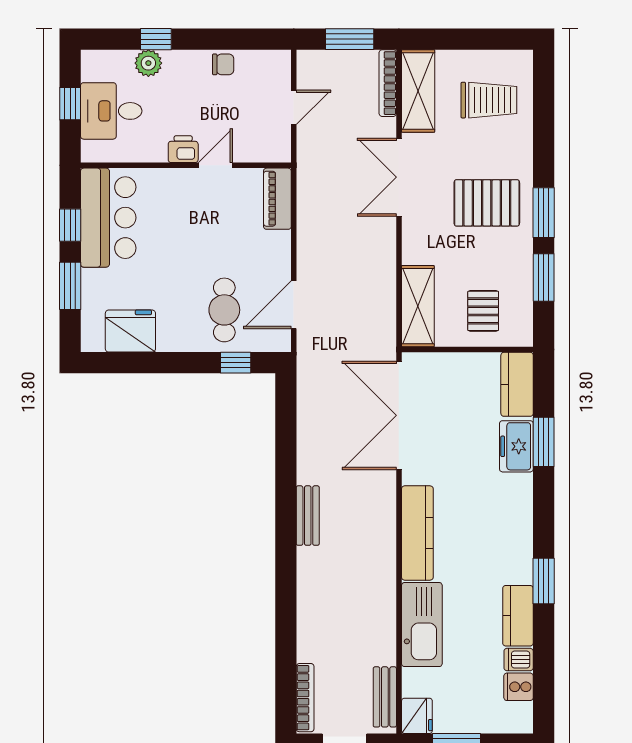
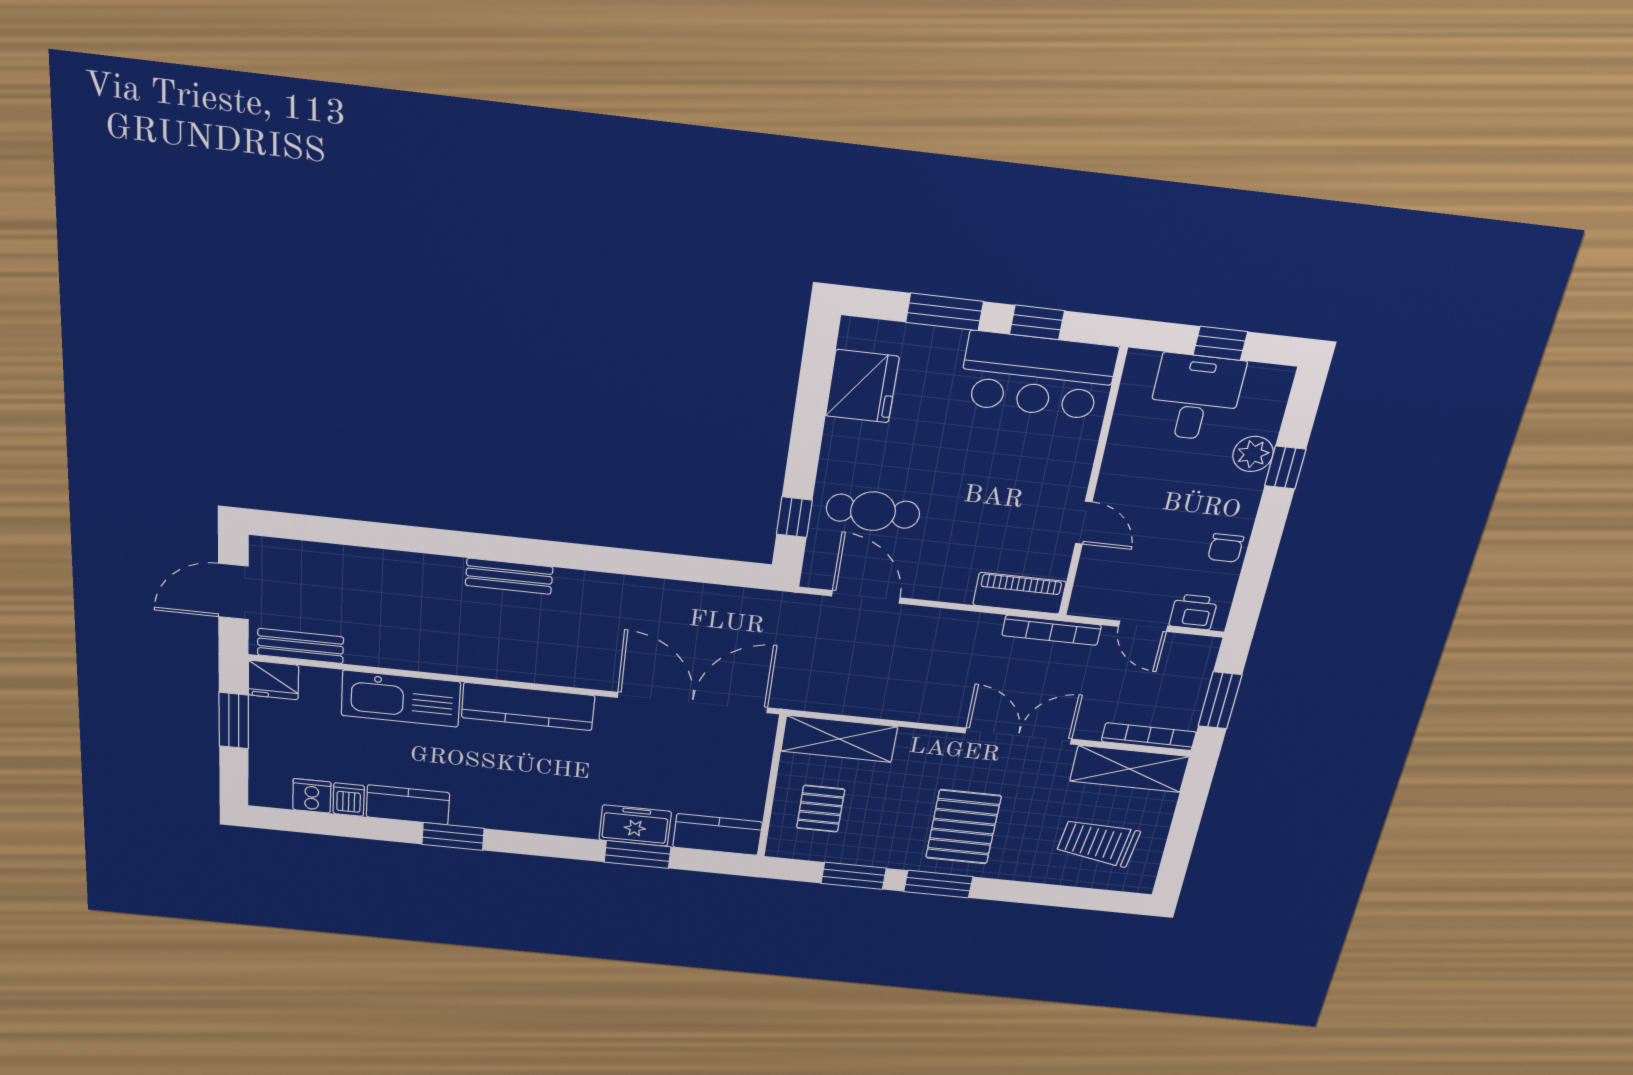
trolley: (489, 100) -> (1098, 842), turned 97
printer: (183, 149) -> (1193, 612), moved, turned -90
pallet: (483, 311) -> (821, 809), turned 90
bench: (308, 516) -> (509, 576), moved
bookcase: (305, 698) -> (1052, 630), moved

